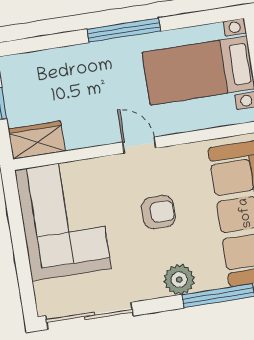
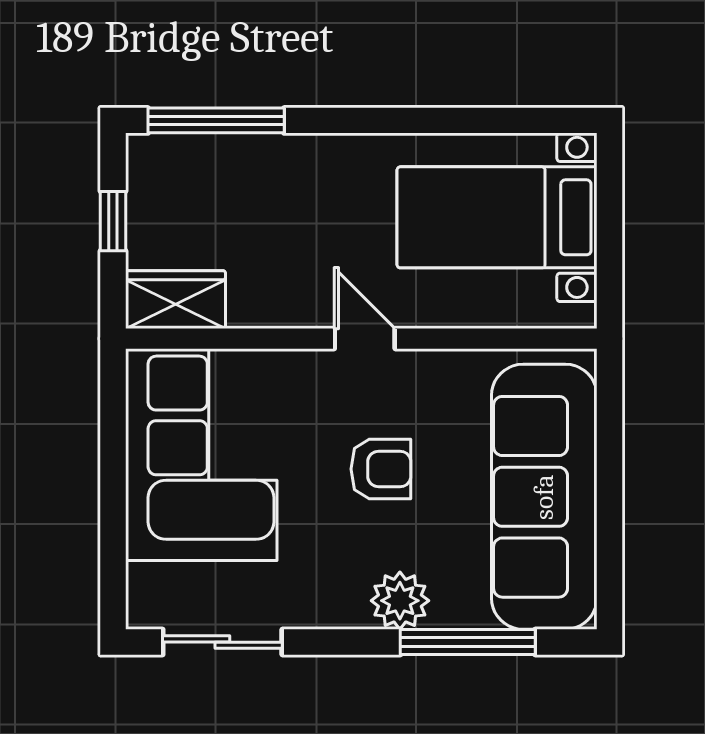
window: (124, 30) -> (216, 120), moved
sliding door: (89, 316) -> (222, 642), width x0.73

